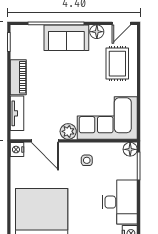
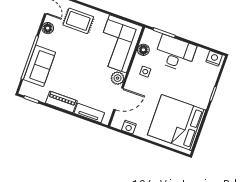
sofa: (66, 38) -> (39, 66), moved
floor lamp: (130, 149) -> (143, 50), moved
nightstand: (17, 150) -> (129, 127), moved
desk: (120, 202) -> (175, 53), moved

